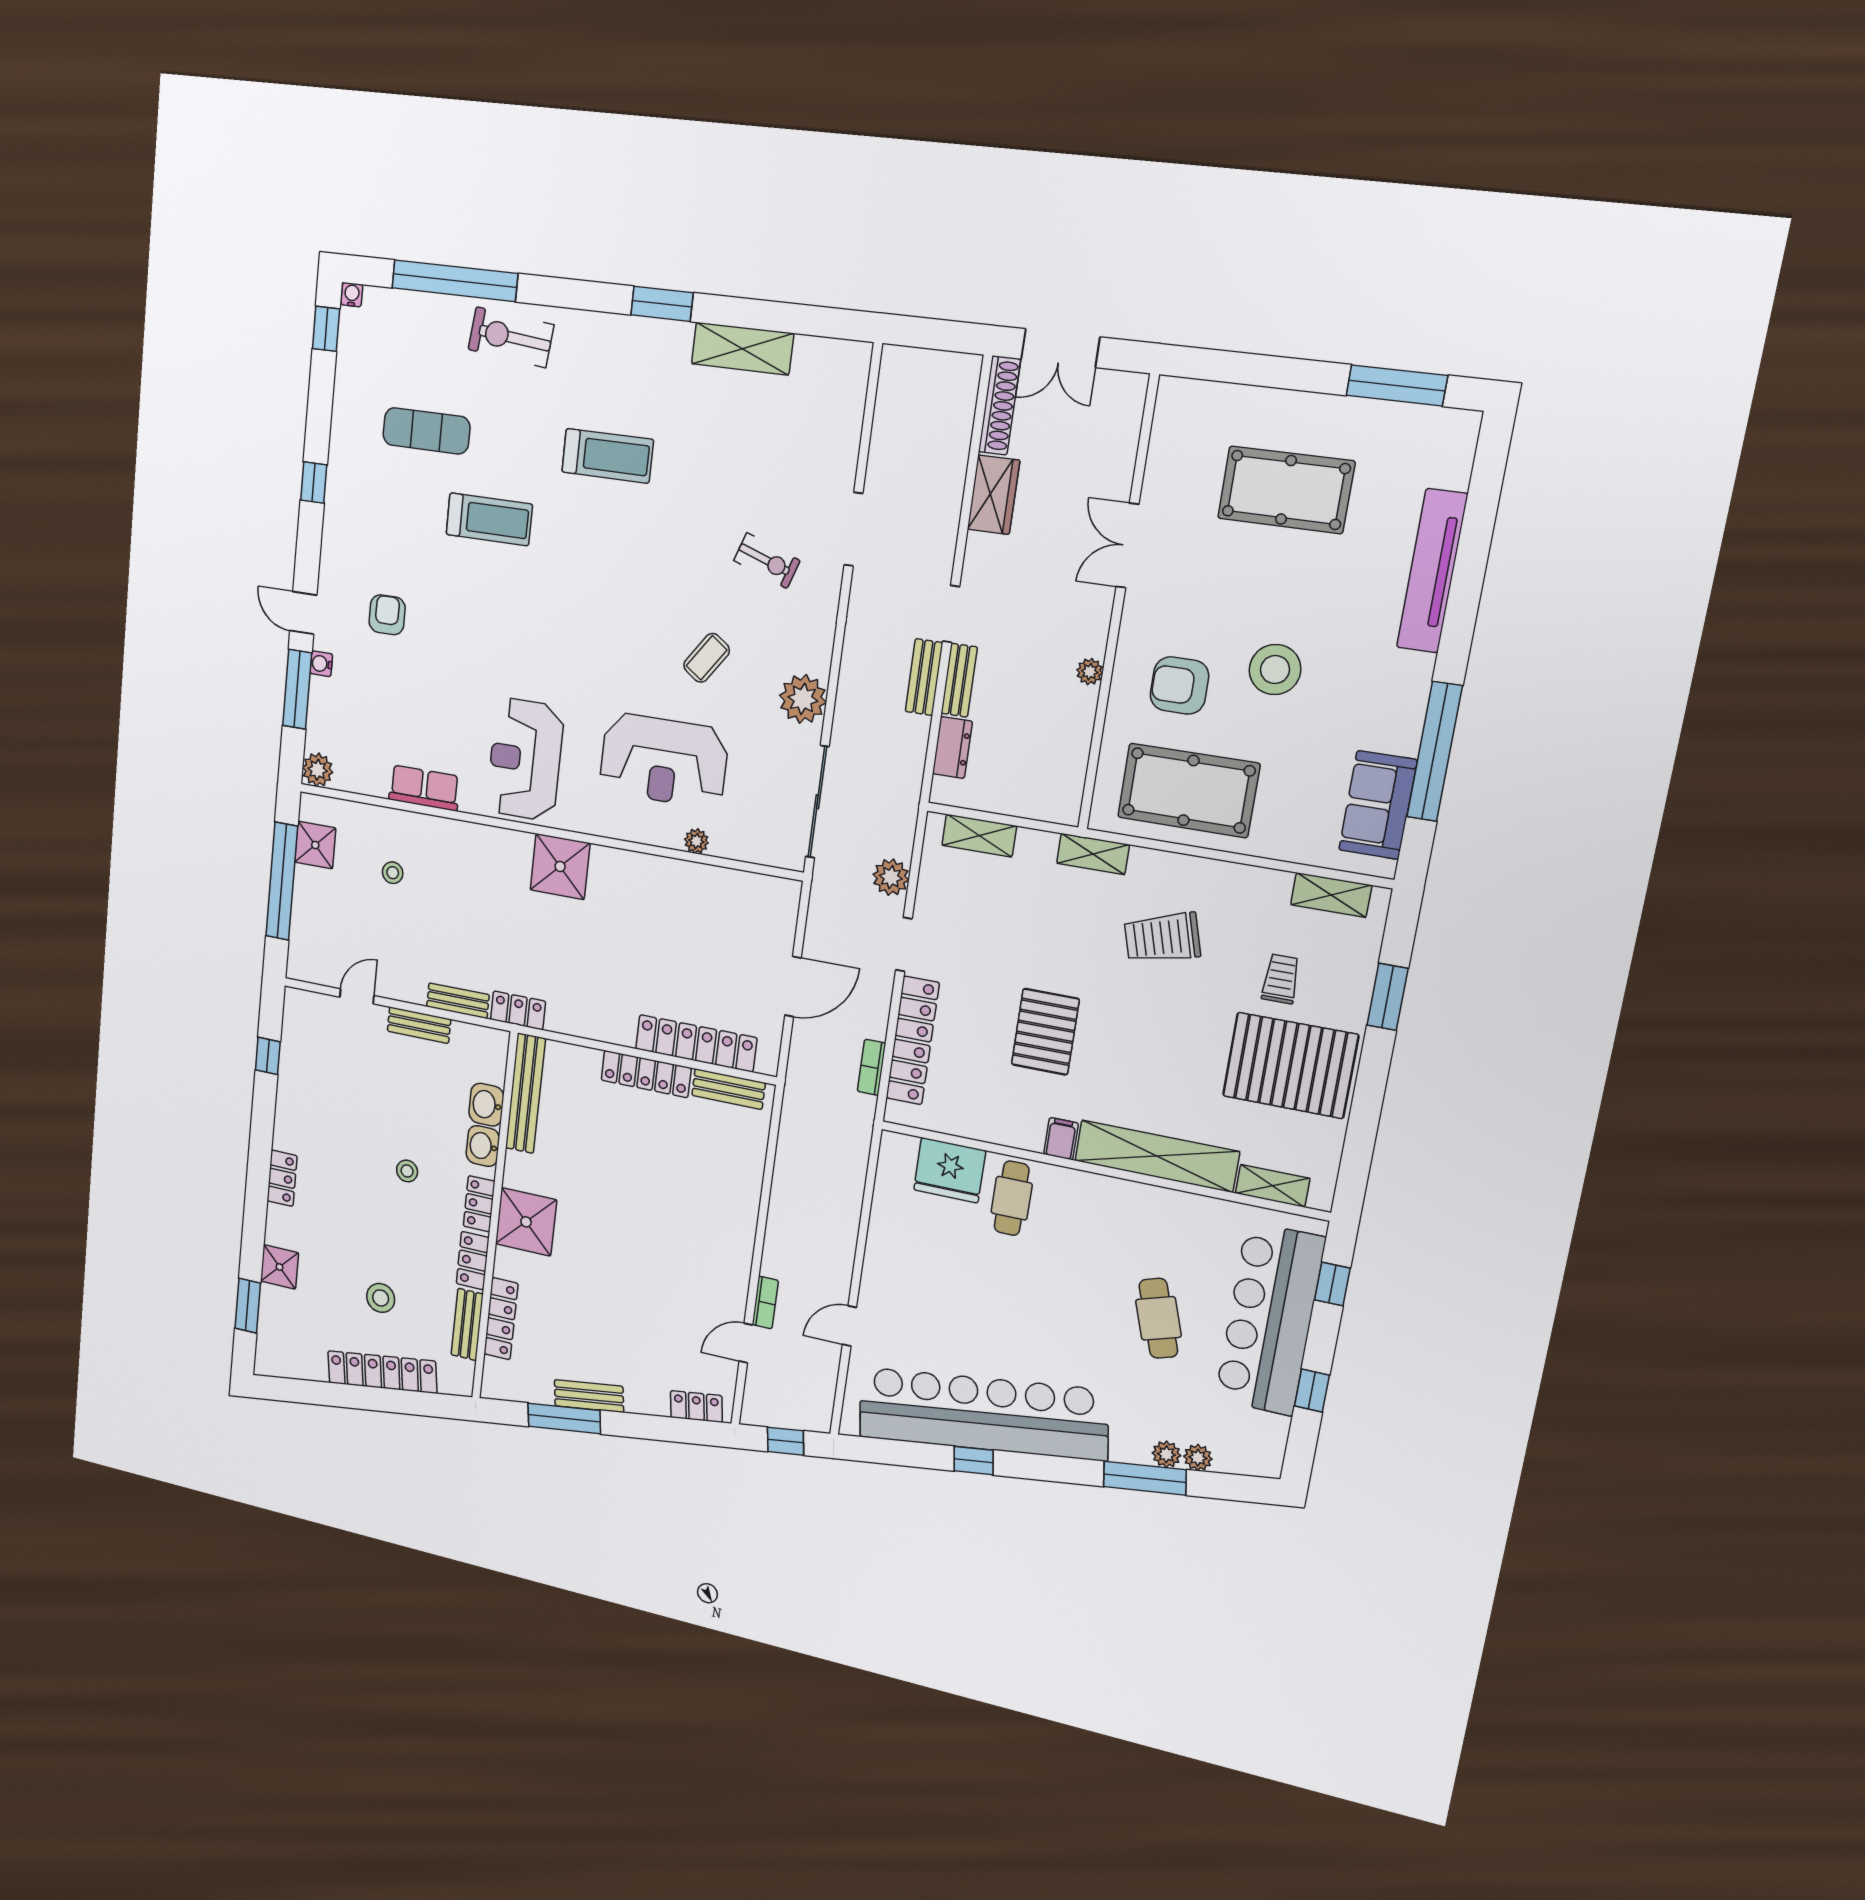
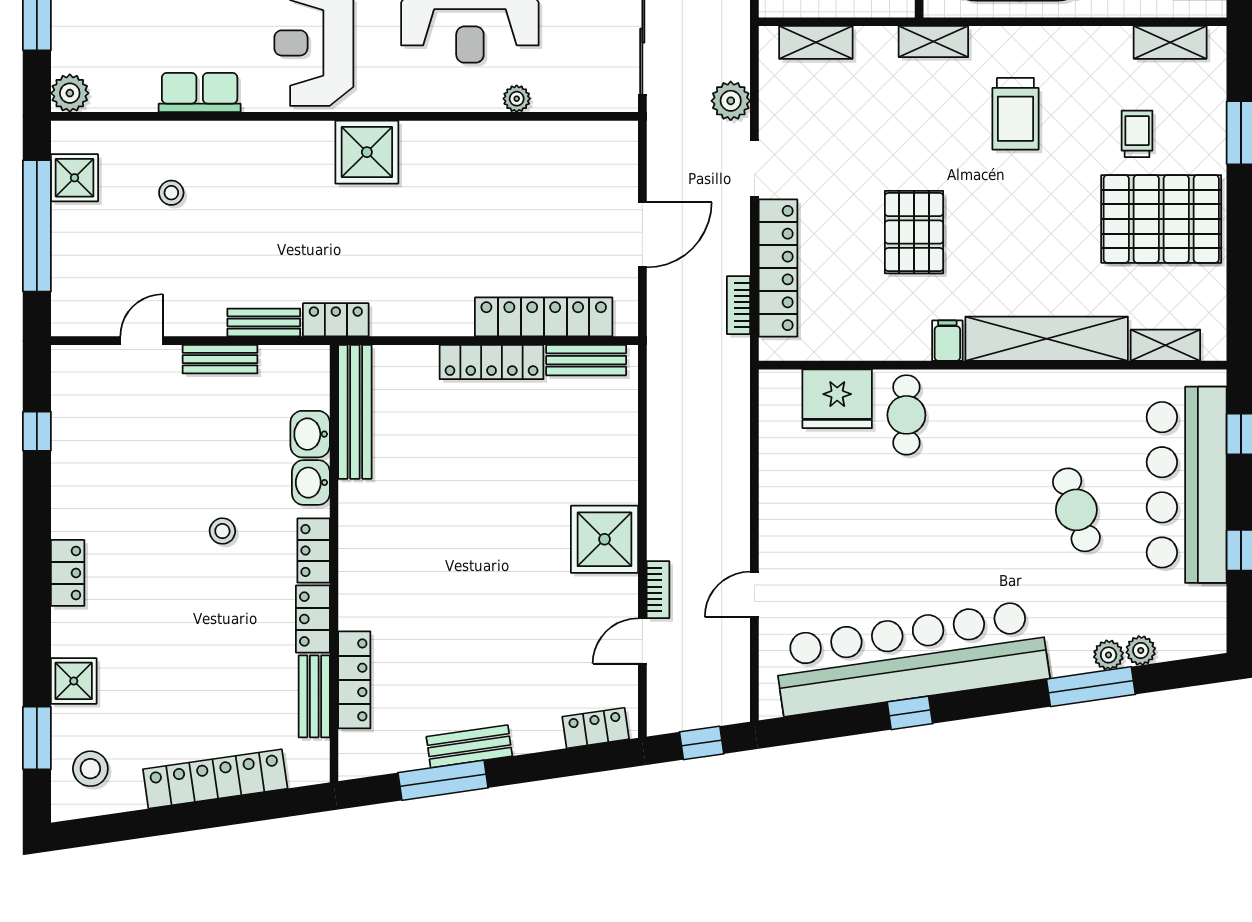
trolley: (1162, 938) -> (1015, 114), turned -74
shower: (526, 1222) -> (604, 539), moved
stool: (381, 1298) -> (90, 769), moved

